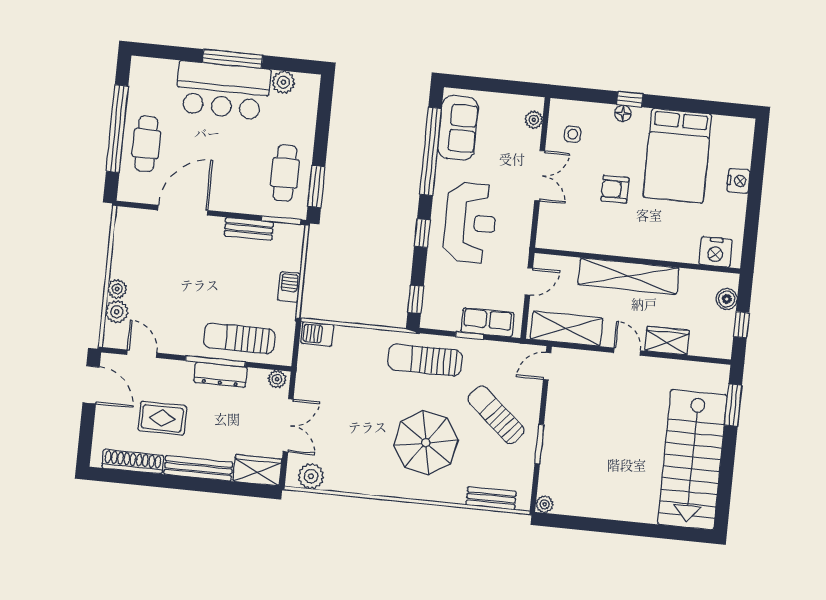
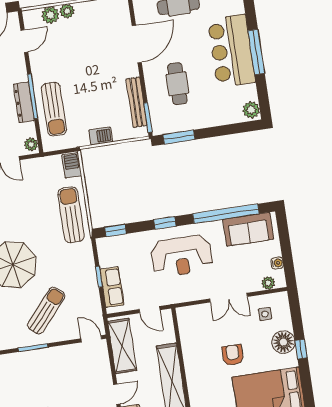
plant: (283, 82) -> (251, 110), moved
water cooler: (511, 102) -> (277, 263), added
floor lamp: (623, 113) -> (283, 342), width x1.89, depth x1.89
cafe table: (285, 173) -> (177, 84), moved, turned 90
door: (183, 210) -> (137, 44), hinge flipped
bench: (249, 229) -> (136, 102), width x1.36
sun lounger: (239, 338) -> (54, 109), turned 180
sun lounger: (425, 360) -> (71, 215), moved

